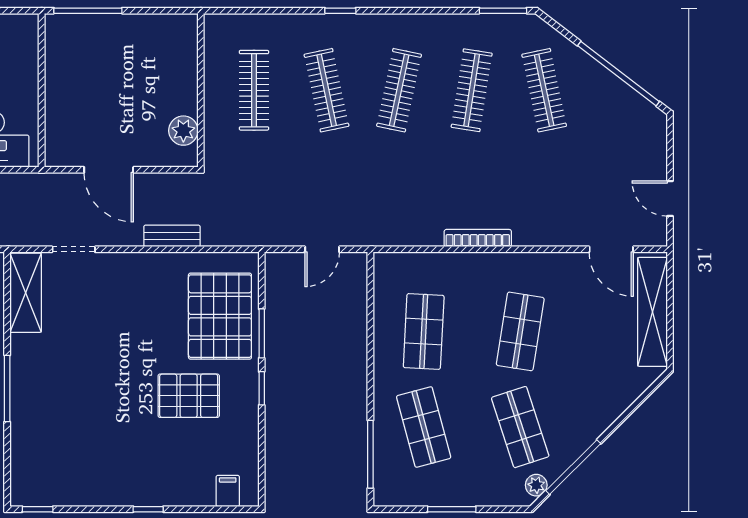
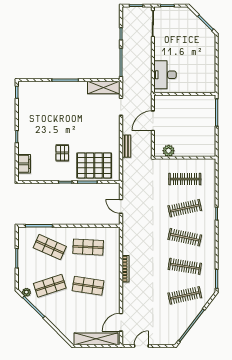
pallet: (189, 396) -> (62, 153), width x0.67, depth x0.71
shop shelf: (424, 427) -> (50, 247), turned 39
filing cabinet: (228, 491) -> (24, 164), width x2.00

